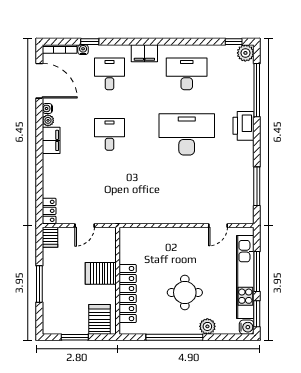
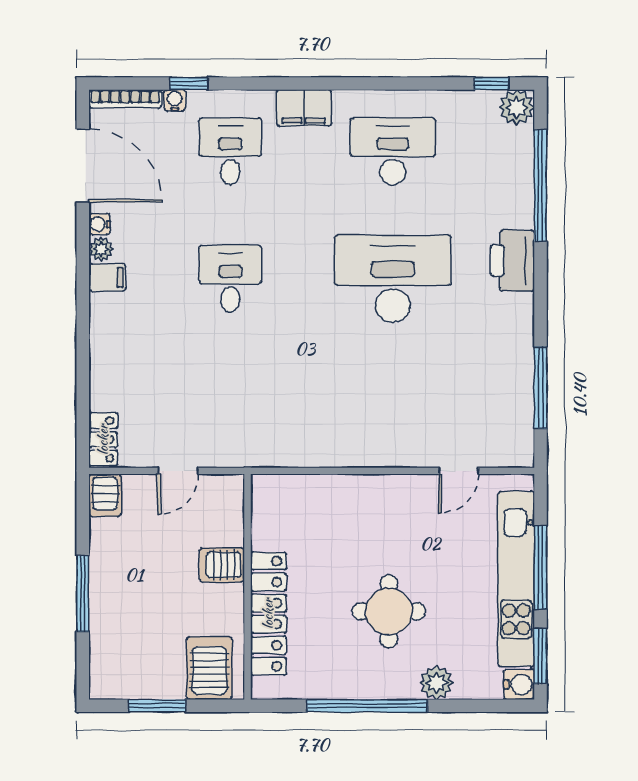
filing cabinet: (51, 140) -> (107, 277), width x0.50
server rack: (101, 273) -> (222, 565), width x0.73, depth x0.70

